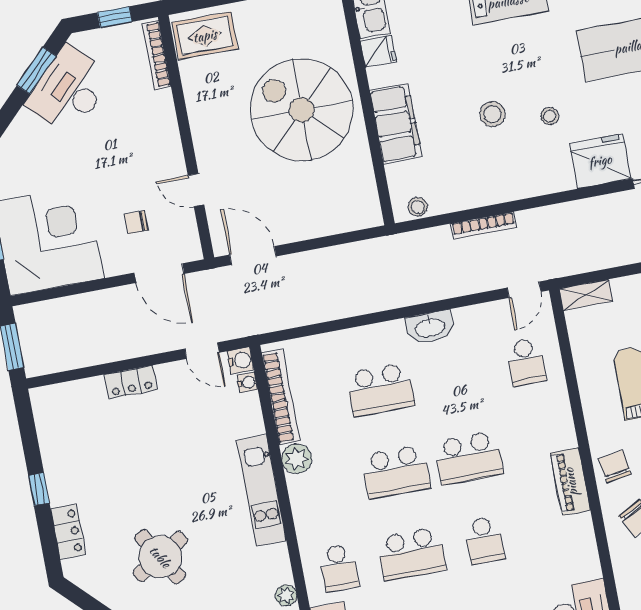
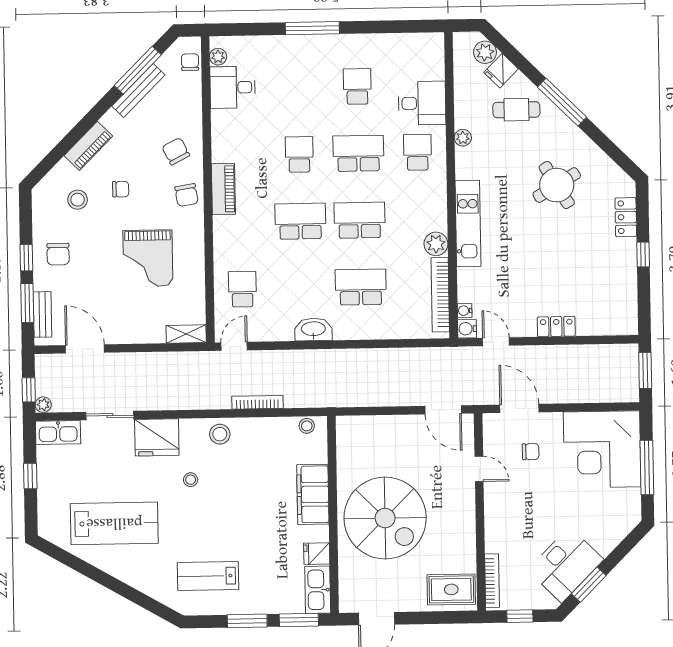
stool: (492, 114) -> (220, 434), moved

